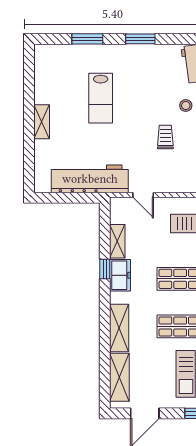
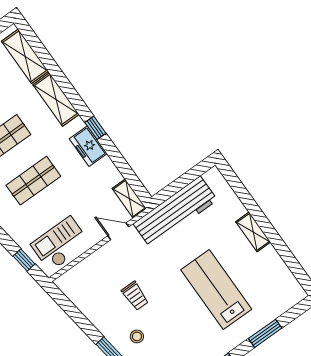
lab bench: (101, 98) -> (216, 290), width x1.36, depth x1.39
shelving: (117, 241) -> (129, 199), moved
window: (105, 269) -> (95, 128), moved

